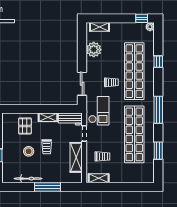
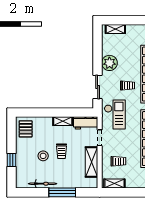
plant: (94, 50) -> (109, 63), moved
pallet: (25, 126) -> (26, 129), moved

